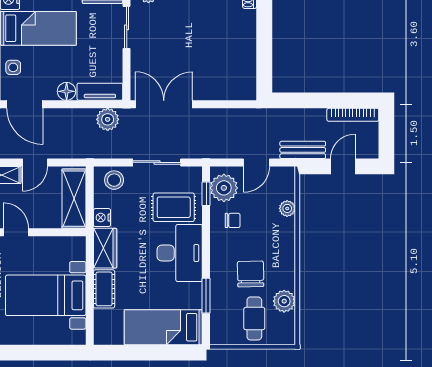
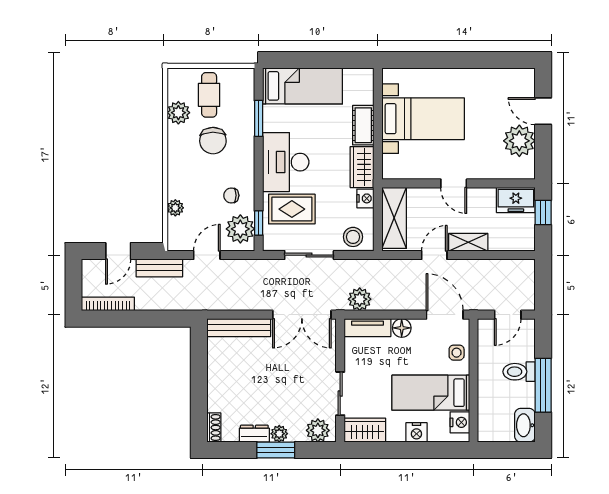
bench: (225, 92) -> (239, 328), added

